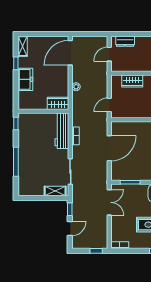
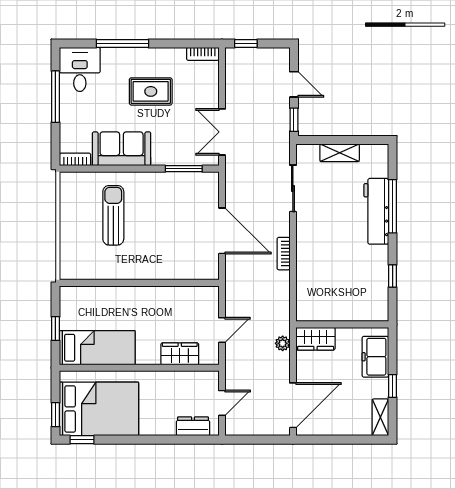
wardrobe: (58, 103) -> (316, 339), moved
door: (109, 105) -> (222, 330), moved
wall: (43, 111) -> (342, 324), moved
workbench: (62, 131) -> (376, 211), moved, turned 180
door: (109, 148) -> (222, 231), swing flipped
shelving: (55, 191) -> (340, 153), moved
door: (70, 229) -> (294, 84), swing flipped

